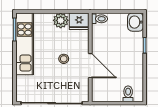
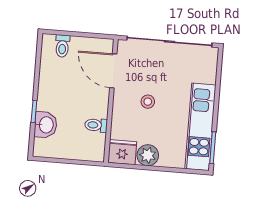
toilet: (99, 19) -> (96, 125), moved
washbasin: (136, 22) -> (46, 125), moved
door: (90, 66) -> (113, 71), moved

